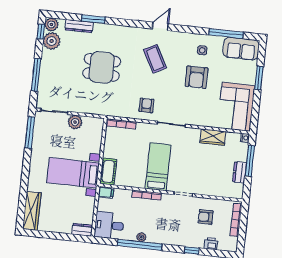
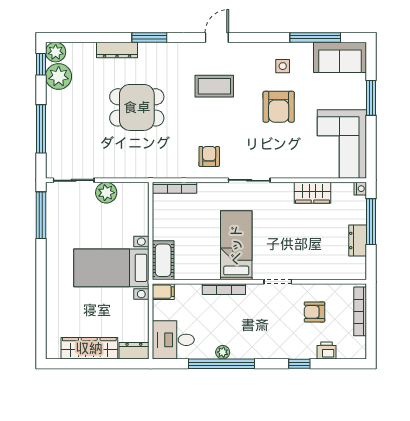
window: (93, 19) -> (149, 37), moved
dresser: (79, 26) -> (117, 50), moved
coffee table: (155, 59) -> (214, 86), turned -62
wardrobe: (32, 211) -> (89, 348), moved, turned -90

